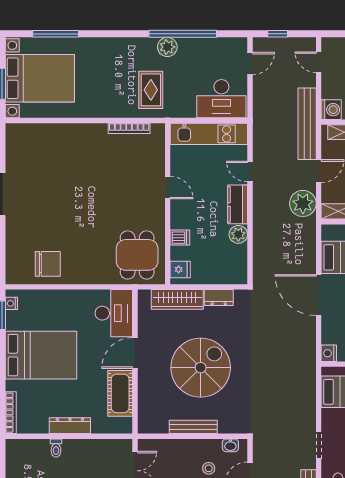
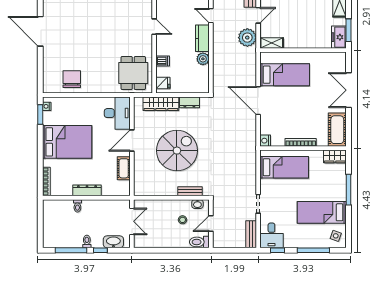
chair: (48, 264) -> (72, 79), turned -90
cot: (120, 393) -> (124, 168), width x0.73, depth x0.75
bench: (193, 427) -> (190, 191), moved, width x0.73

